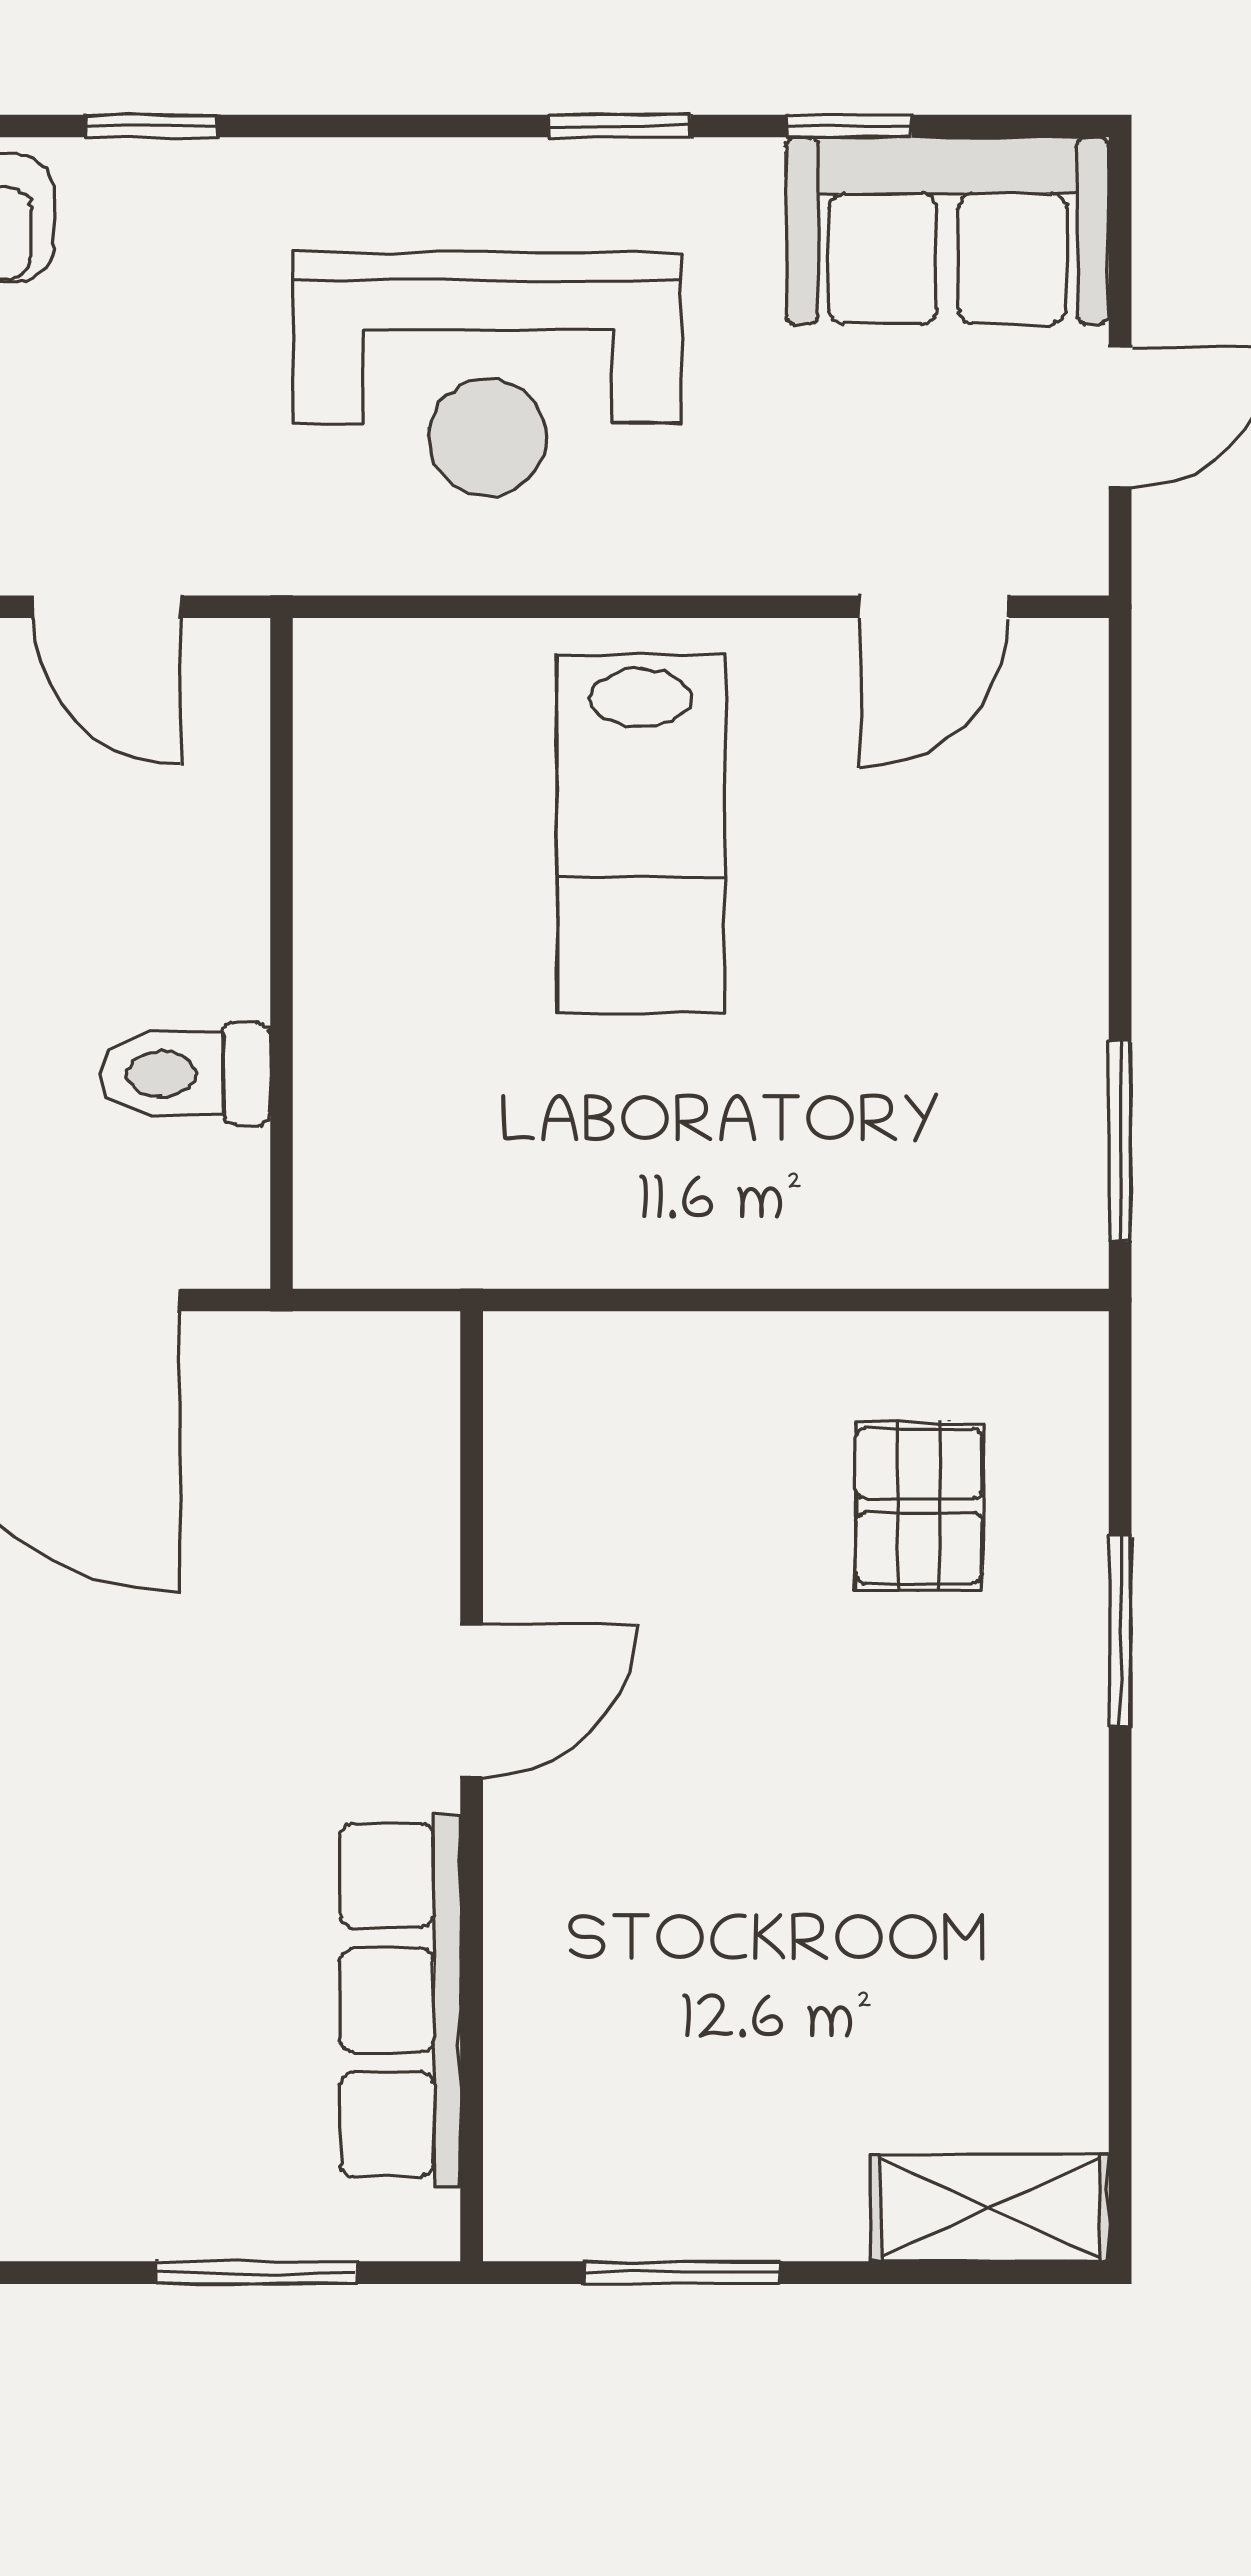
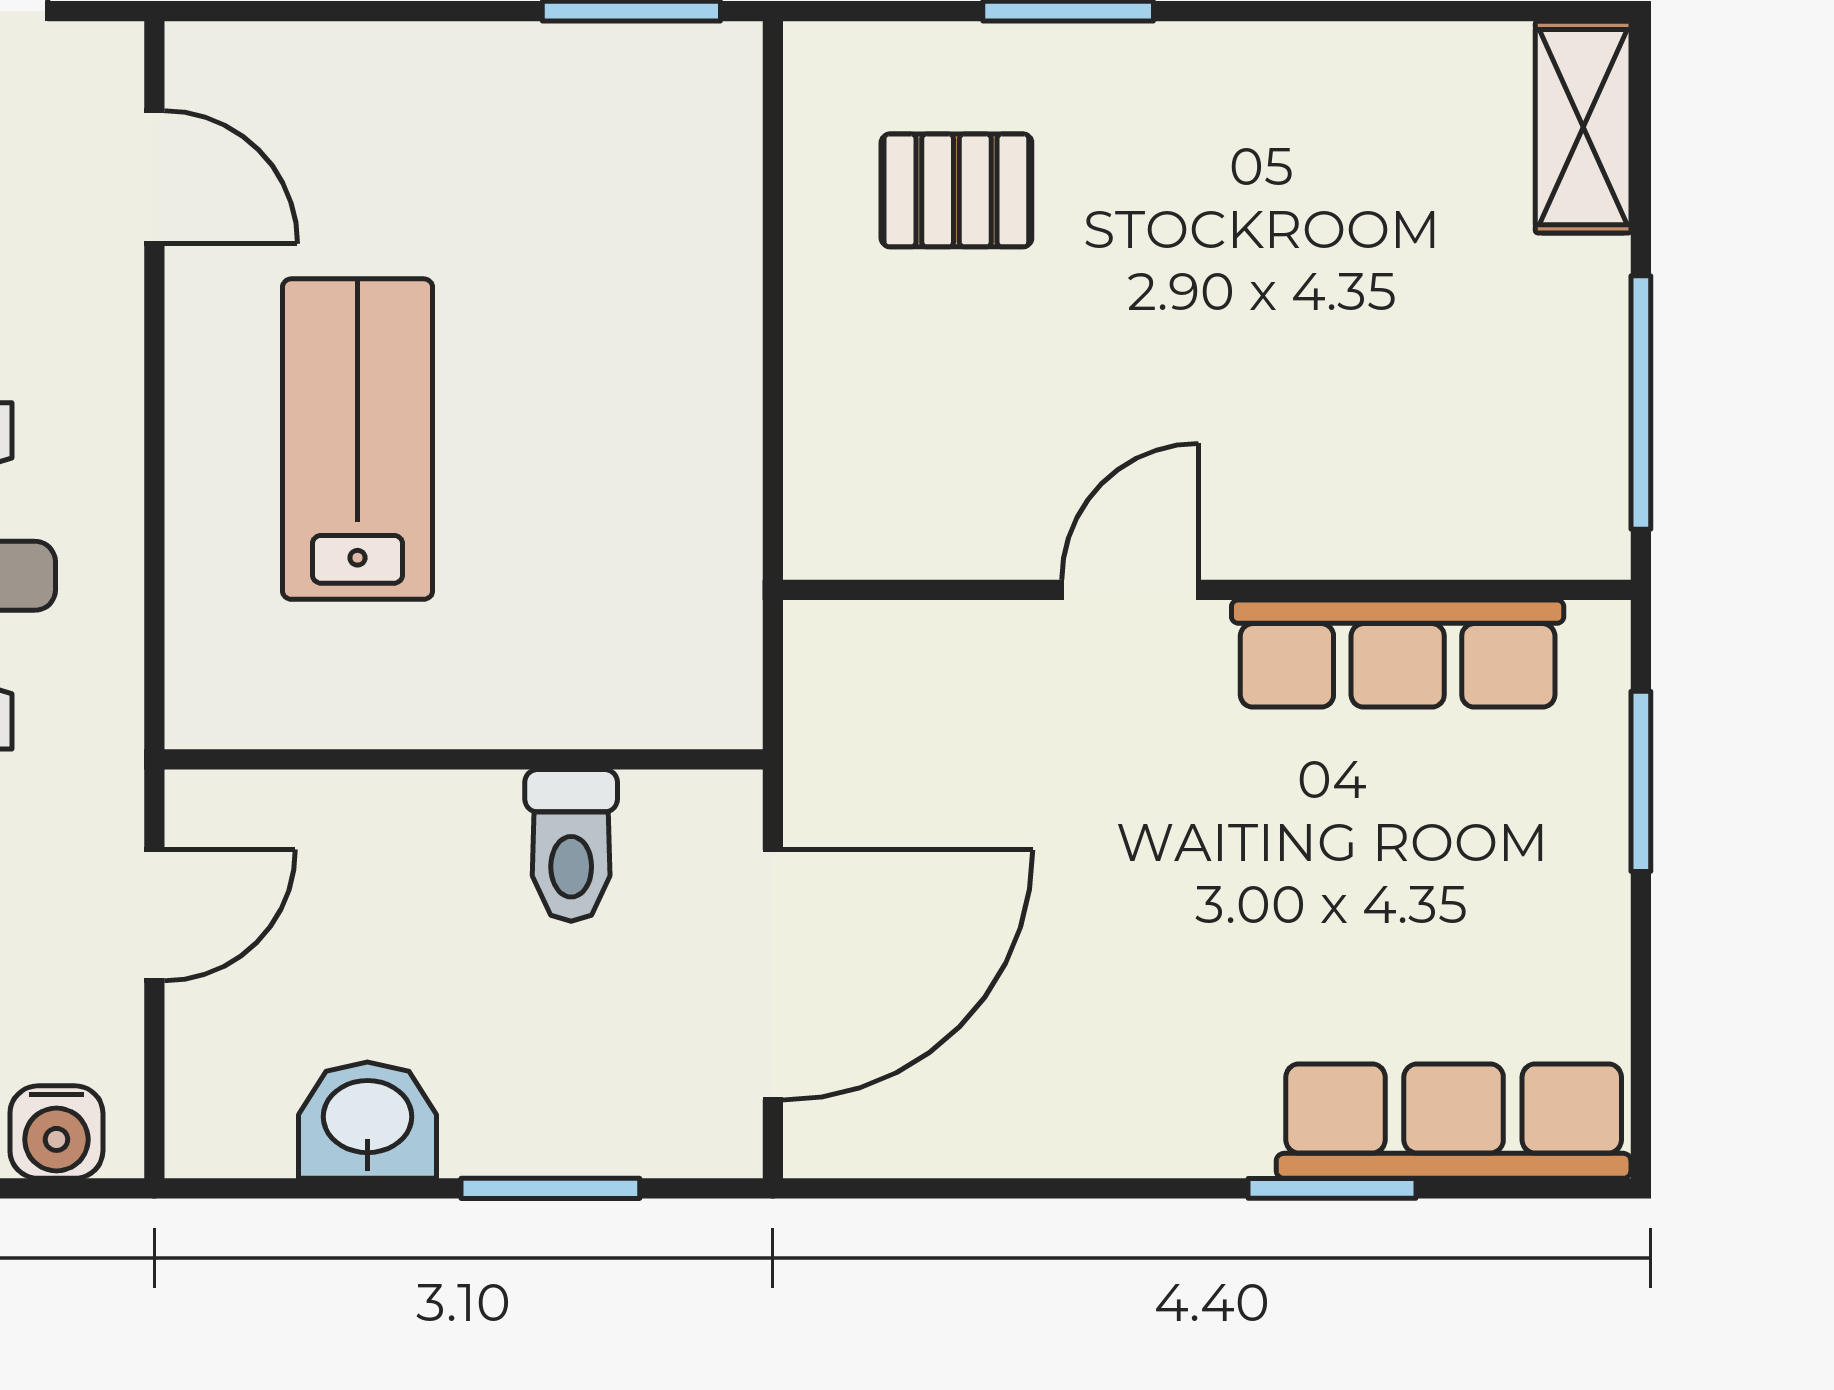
lab bench: (641, 834) -> (358, 439), turned -90
door: (472, 1700) -> (1130, 590), hinge flipped
window: (682, 2273) -> (1641, 403), width x1.44

